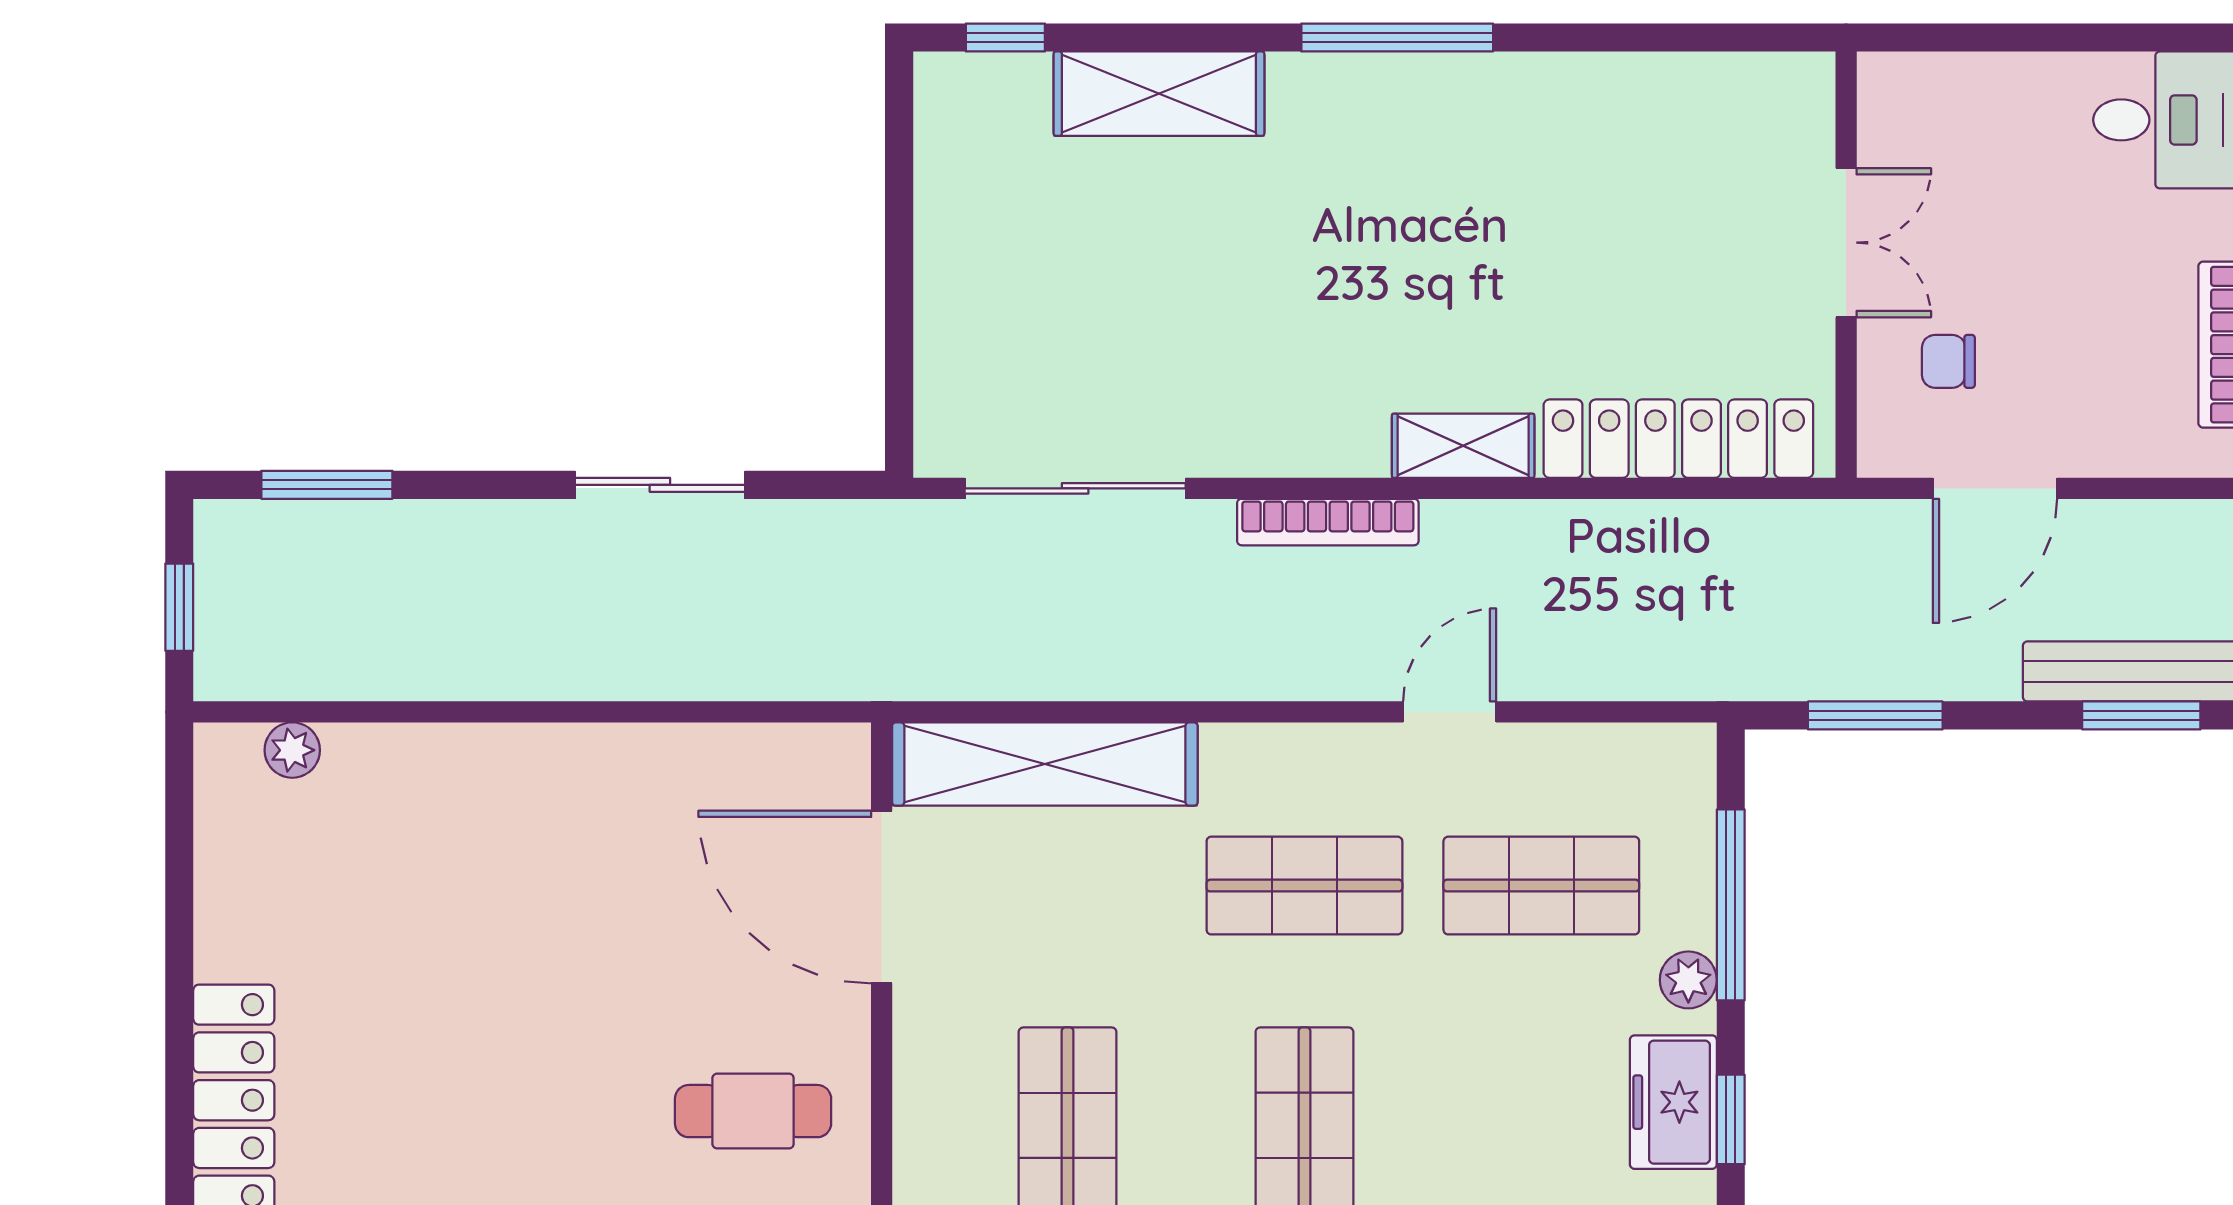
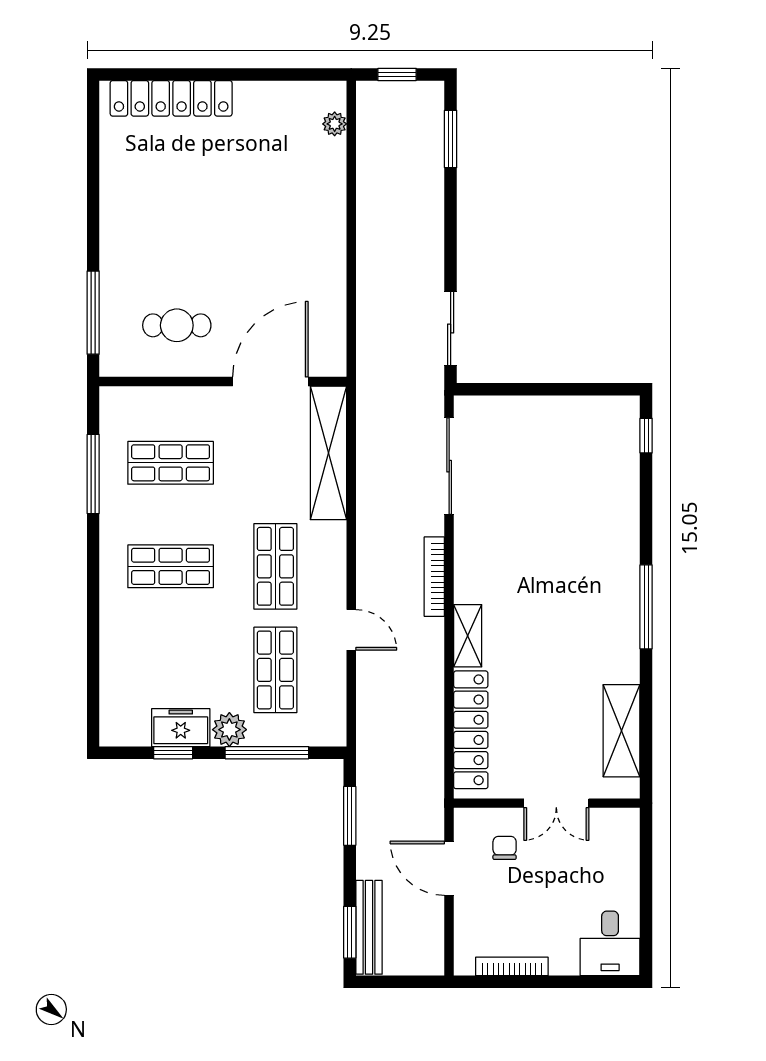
shelving: (1159, 94) -> (622, 731), moved
sliding door: (660, 485) -> (451, 328), moved
plant: (1688, 980) -> (229, 730), width x1.38, depth x1.38
cafe table: (753, 1111) -> (177, 325), turned 90

